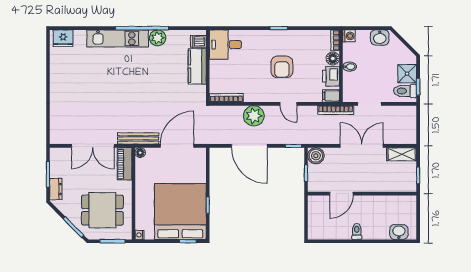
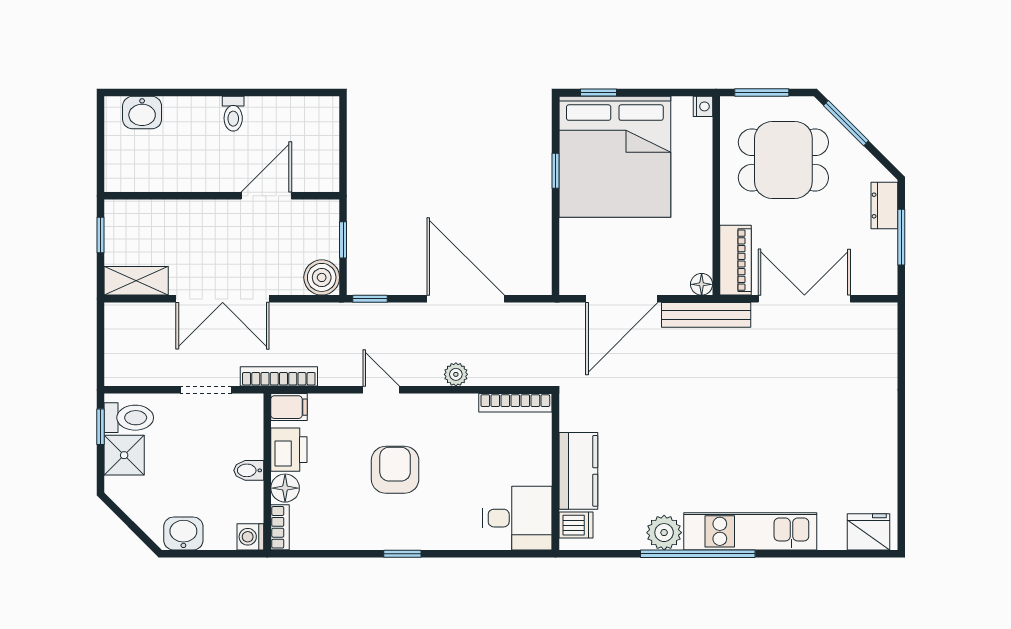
plant: (254, 116) -> (456, 374), width x0.53, depth x0.53

